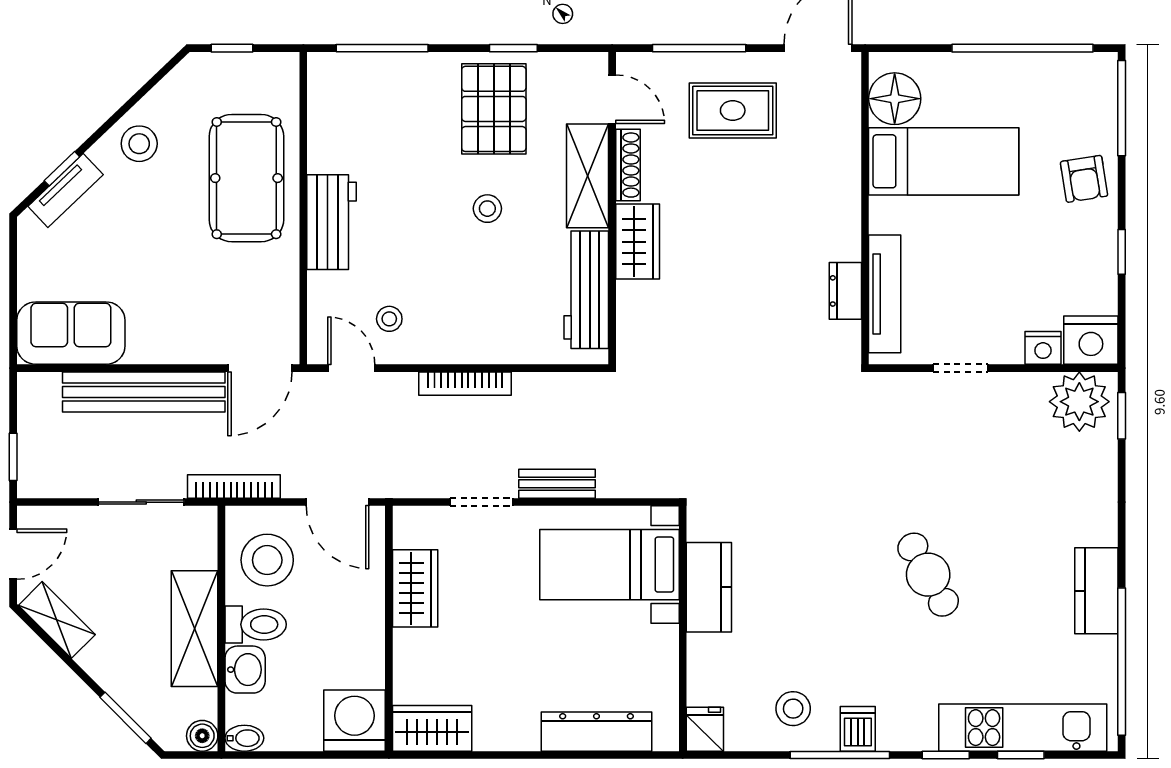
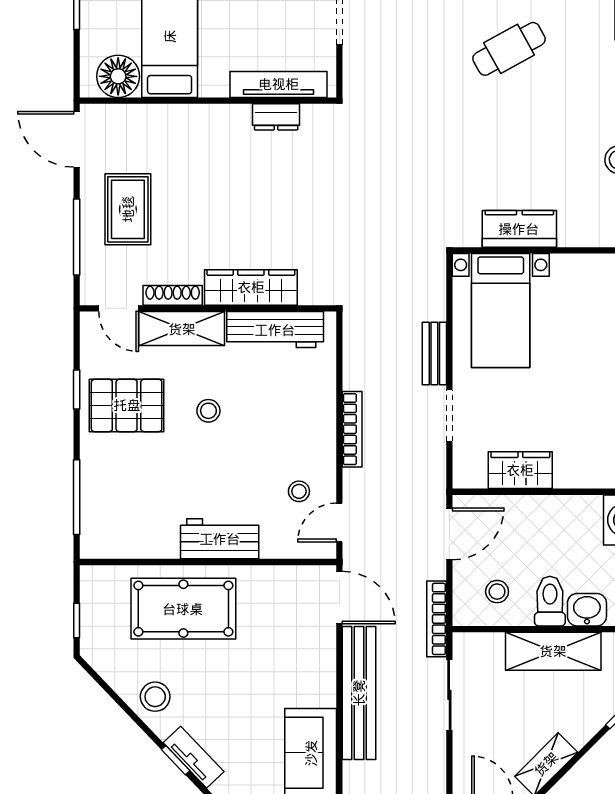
door: (612, 99) -> (119, 308), swing flipped
wardrobe: (638, 242) -> (251, 287), width x1.50
stool: (267, 560) -> (497, 592), width x0.53, depth x0.53

